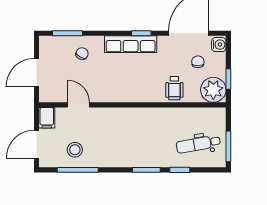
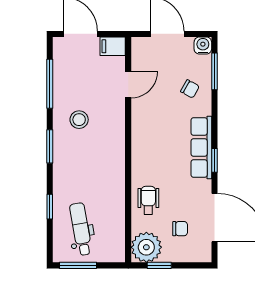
water cooler: (219, 45) -> (203, 46), moved, turned 180
wheelchair: (174, 88) -> (148, 200), turned 90
stool: (75, 150) -> (79, 120), moved
window: (146, 170) -> (50, 146), moved

